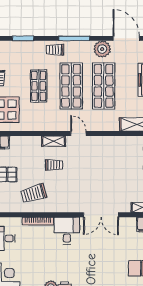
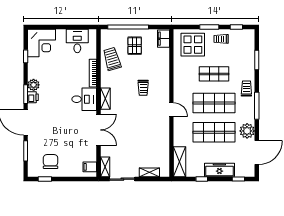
door: (78, 134) -> (171, 110), hinge flipped
shelving: (54, 141) -> (105, 99), moved
trolley: (34, 193) -> (112, 59), moved
double door: (101, 215) -> (98, 130), swing flipped

